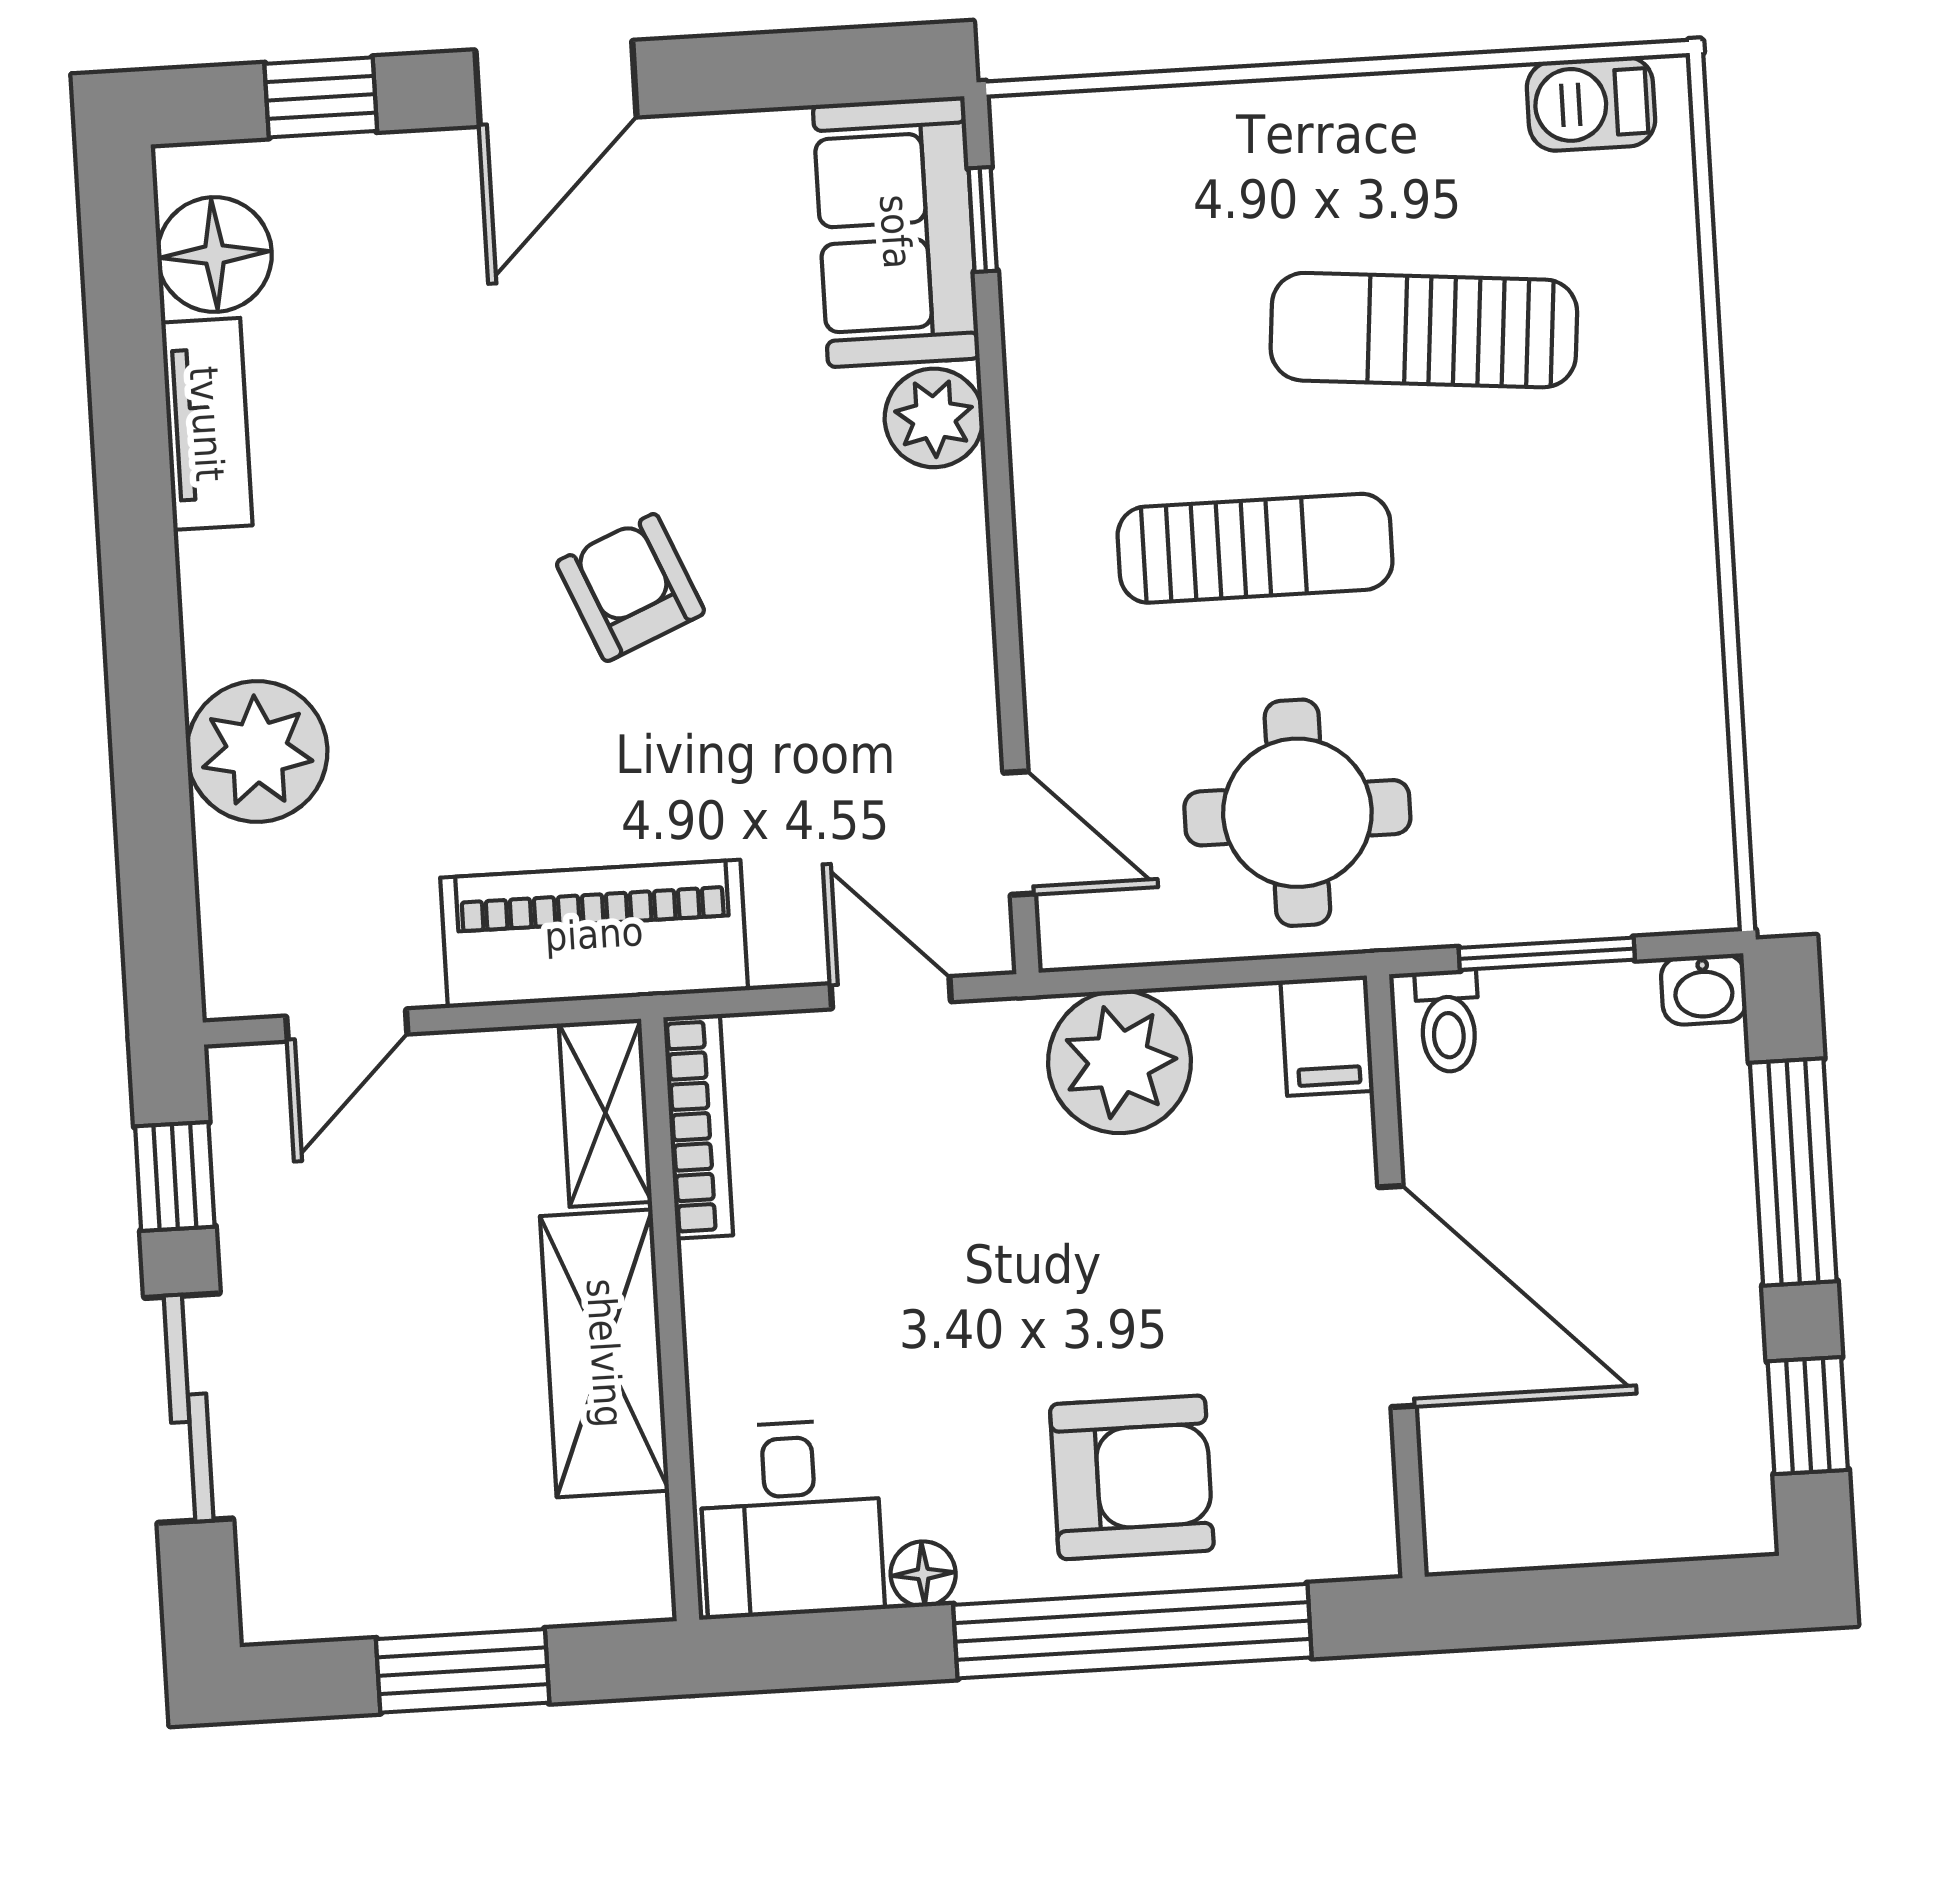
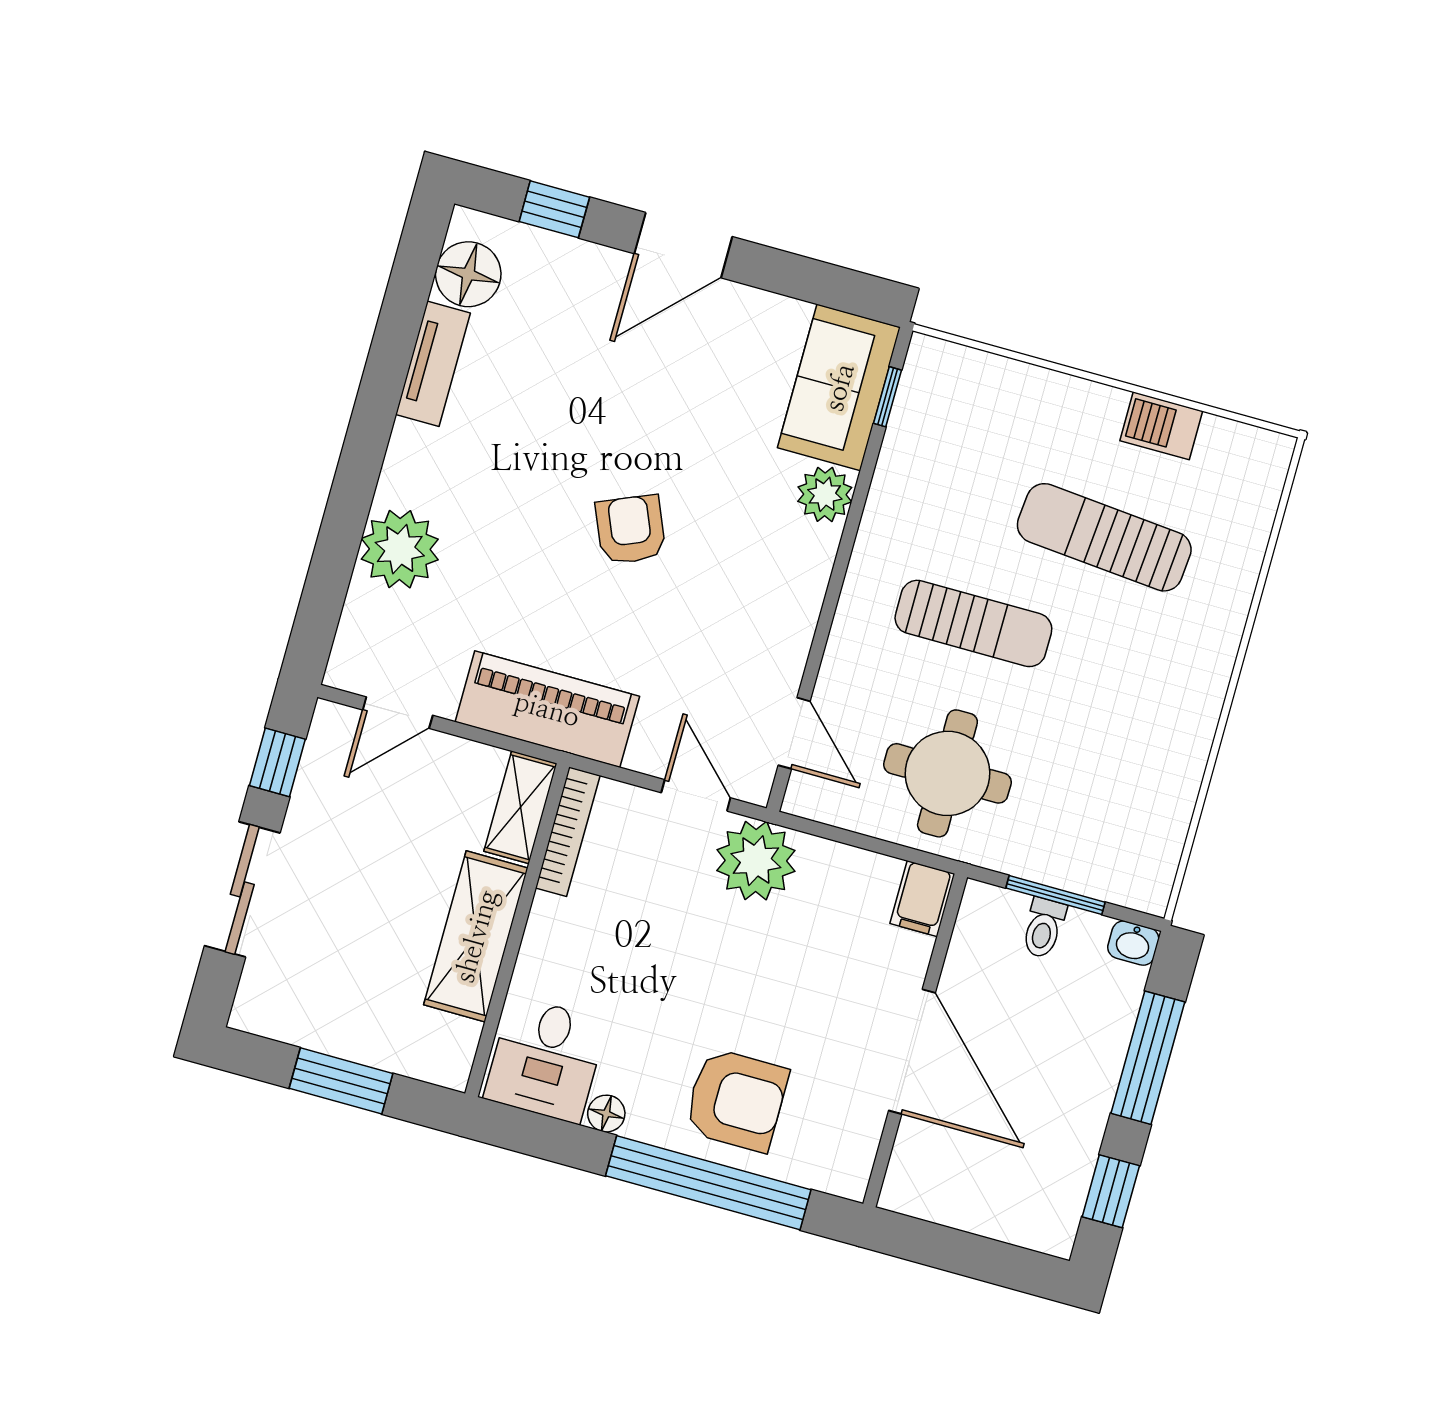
barbecue: (1591, 104) -> (1161, 426), moved
toilet: (1448, 1021) -> (1044, 928), moved
plant: (1120, 1062) -> (756, 861), moved

